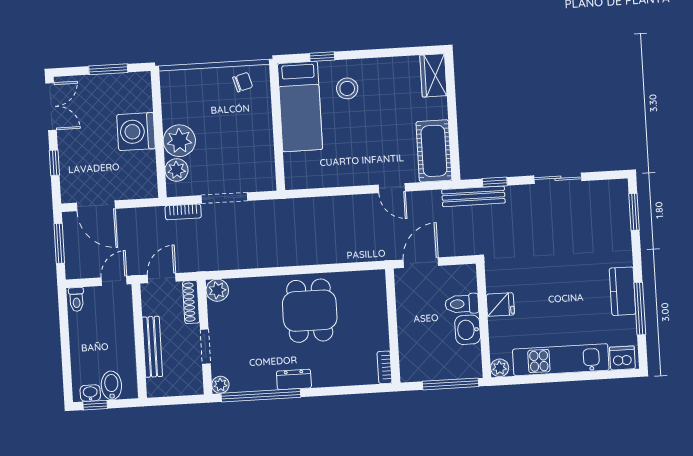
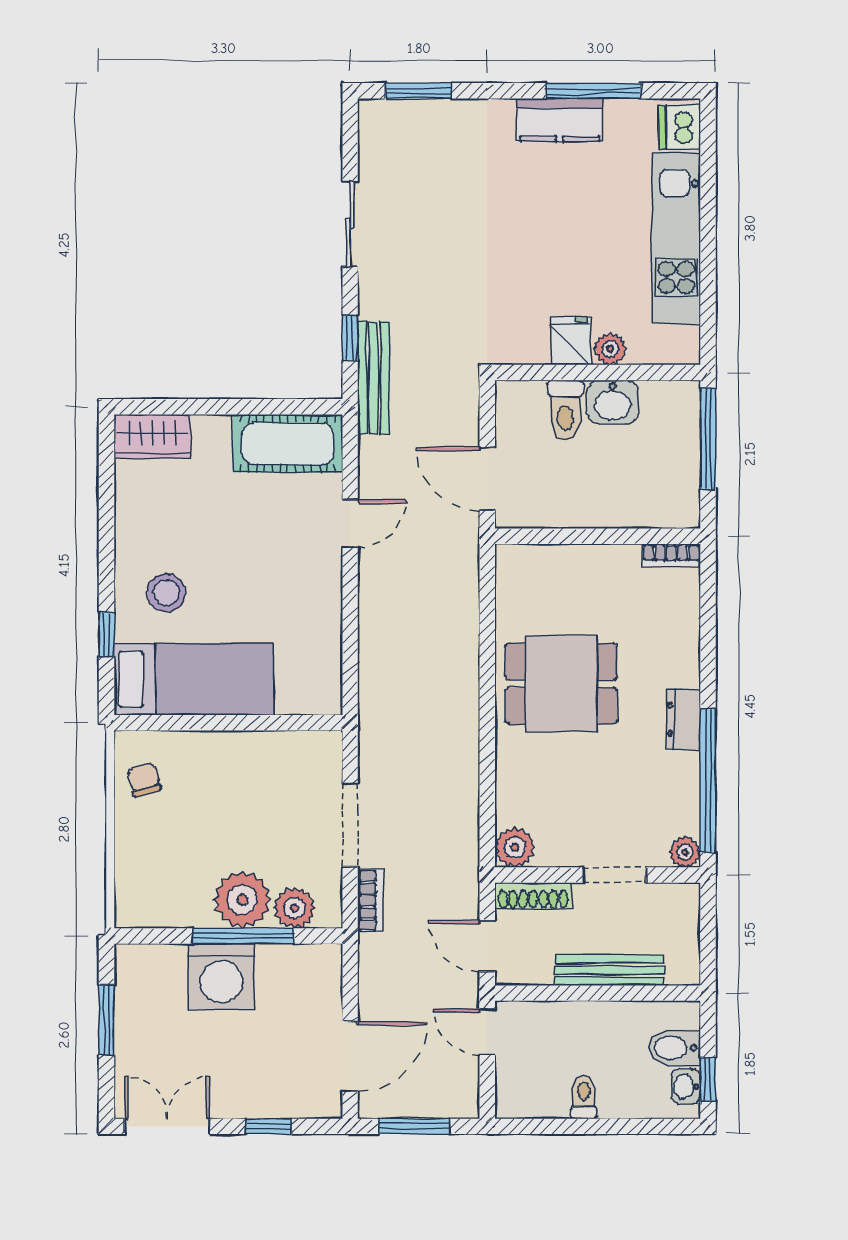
window: (159, 143) -> (244, 936), added
toilet: (76, 299) -> (584, 1097), moved, turned -90
plant: (500, 368) -> (610, 349), moved

